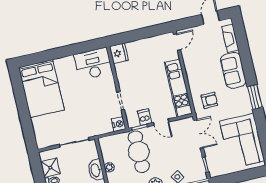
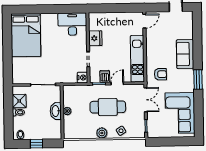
fireplace: (230, 38) -> (188, 27), removed
fridge: (119, 53) -> (95, 38), moved
door: (161, 122) -> (117, 83), swing flipped
cafe table: (139, 152) -> (108, 107), moved, turned 90

